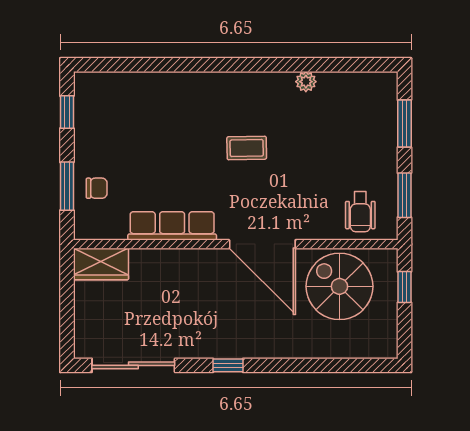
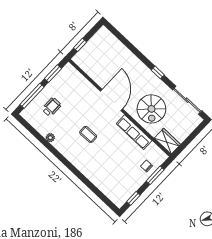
window: (404, 124) -> (32, 96), width x1.44
wheelchair: (360, 212) -> (52, 107), moved
spiral stairs: (339, 286) -> (151, 109), moved

